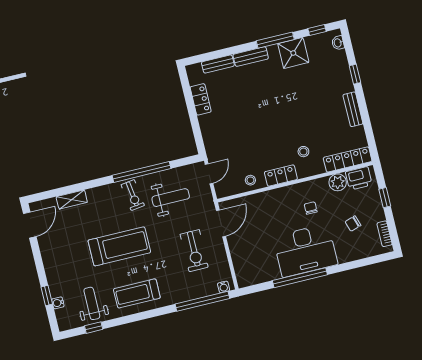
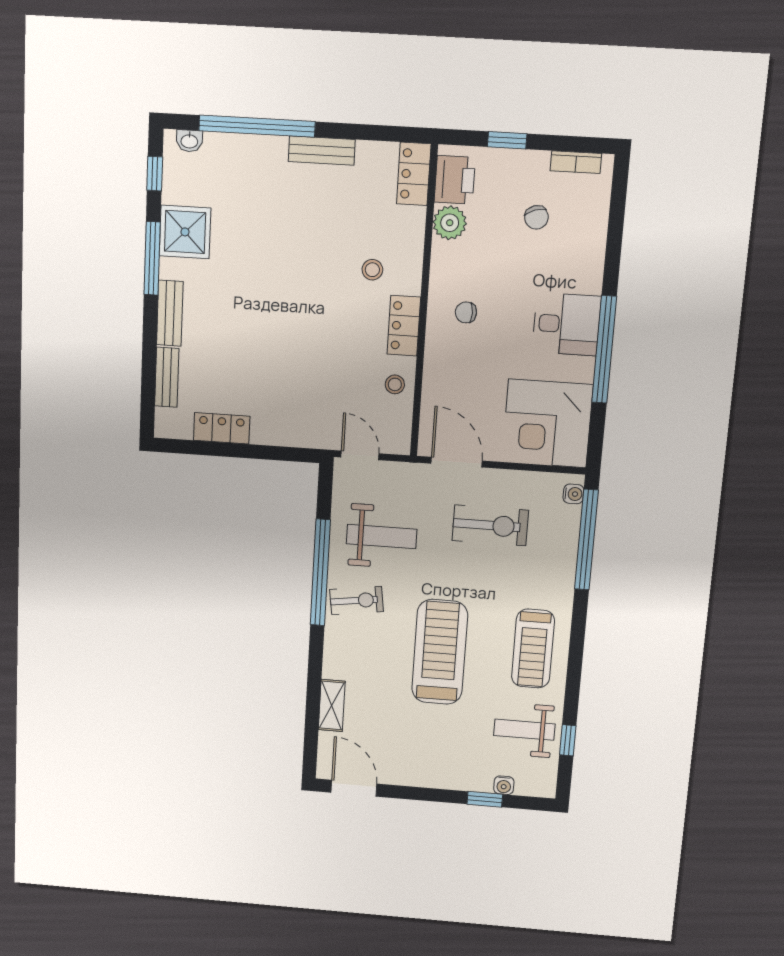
window: (355, 74) -> (257, 126), width x3.17
locker: (348, 159) -> (414, 174), width x0.66
weight bench: (171, 198) -> (382, 537), turned 90
chair: (311, 208) -> (466, 312), moved
desk: (305, 250) -> (567, 324), width x0.53, depth x0.77
corner desk: (255, 262) -> (547, 423), added

